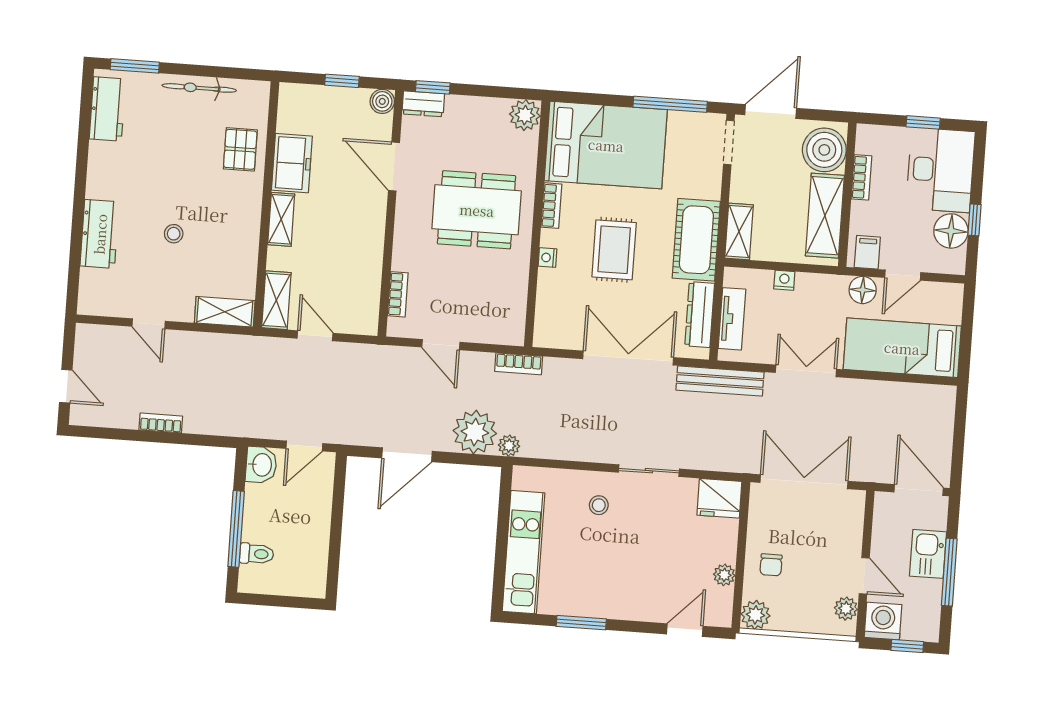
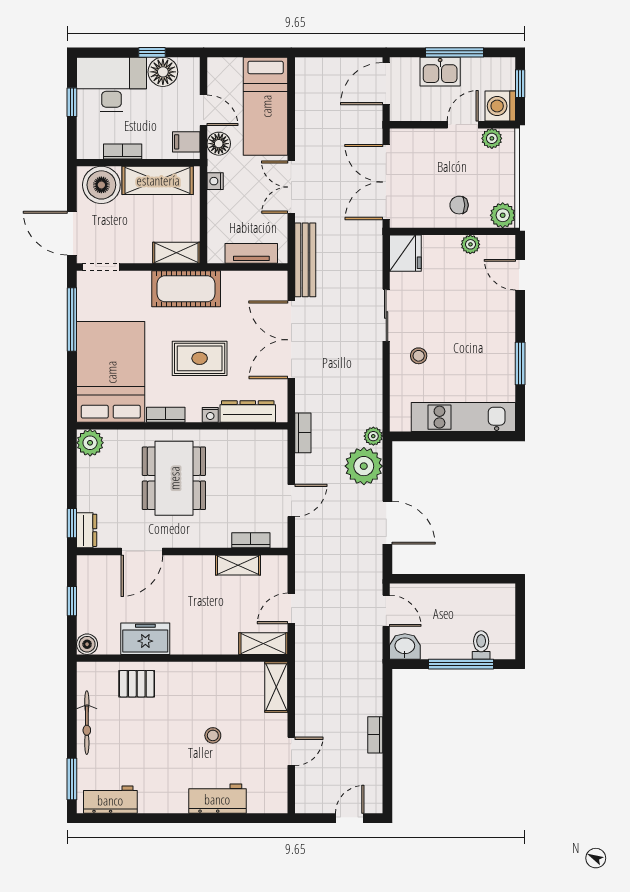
boiler: (382, 101) -> (87, 644), moved
shelving: (281, 219) -> (238, 565), moved
nightstand: (784, 280) -> (215, 181), moved
dresser: (700, 315) -> (248, 411), moved, turned 180
chair: (771, 565) -> (459, 205), turned 180

